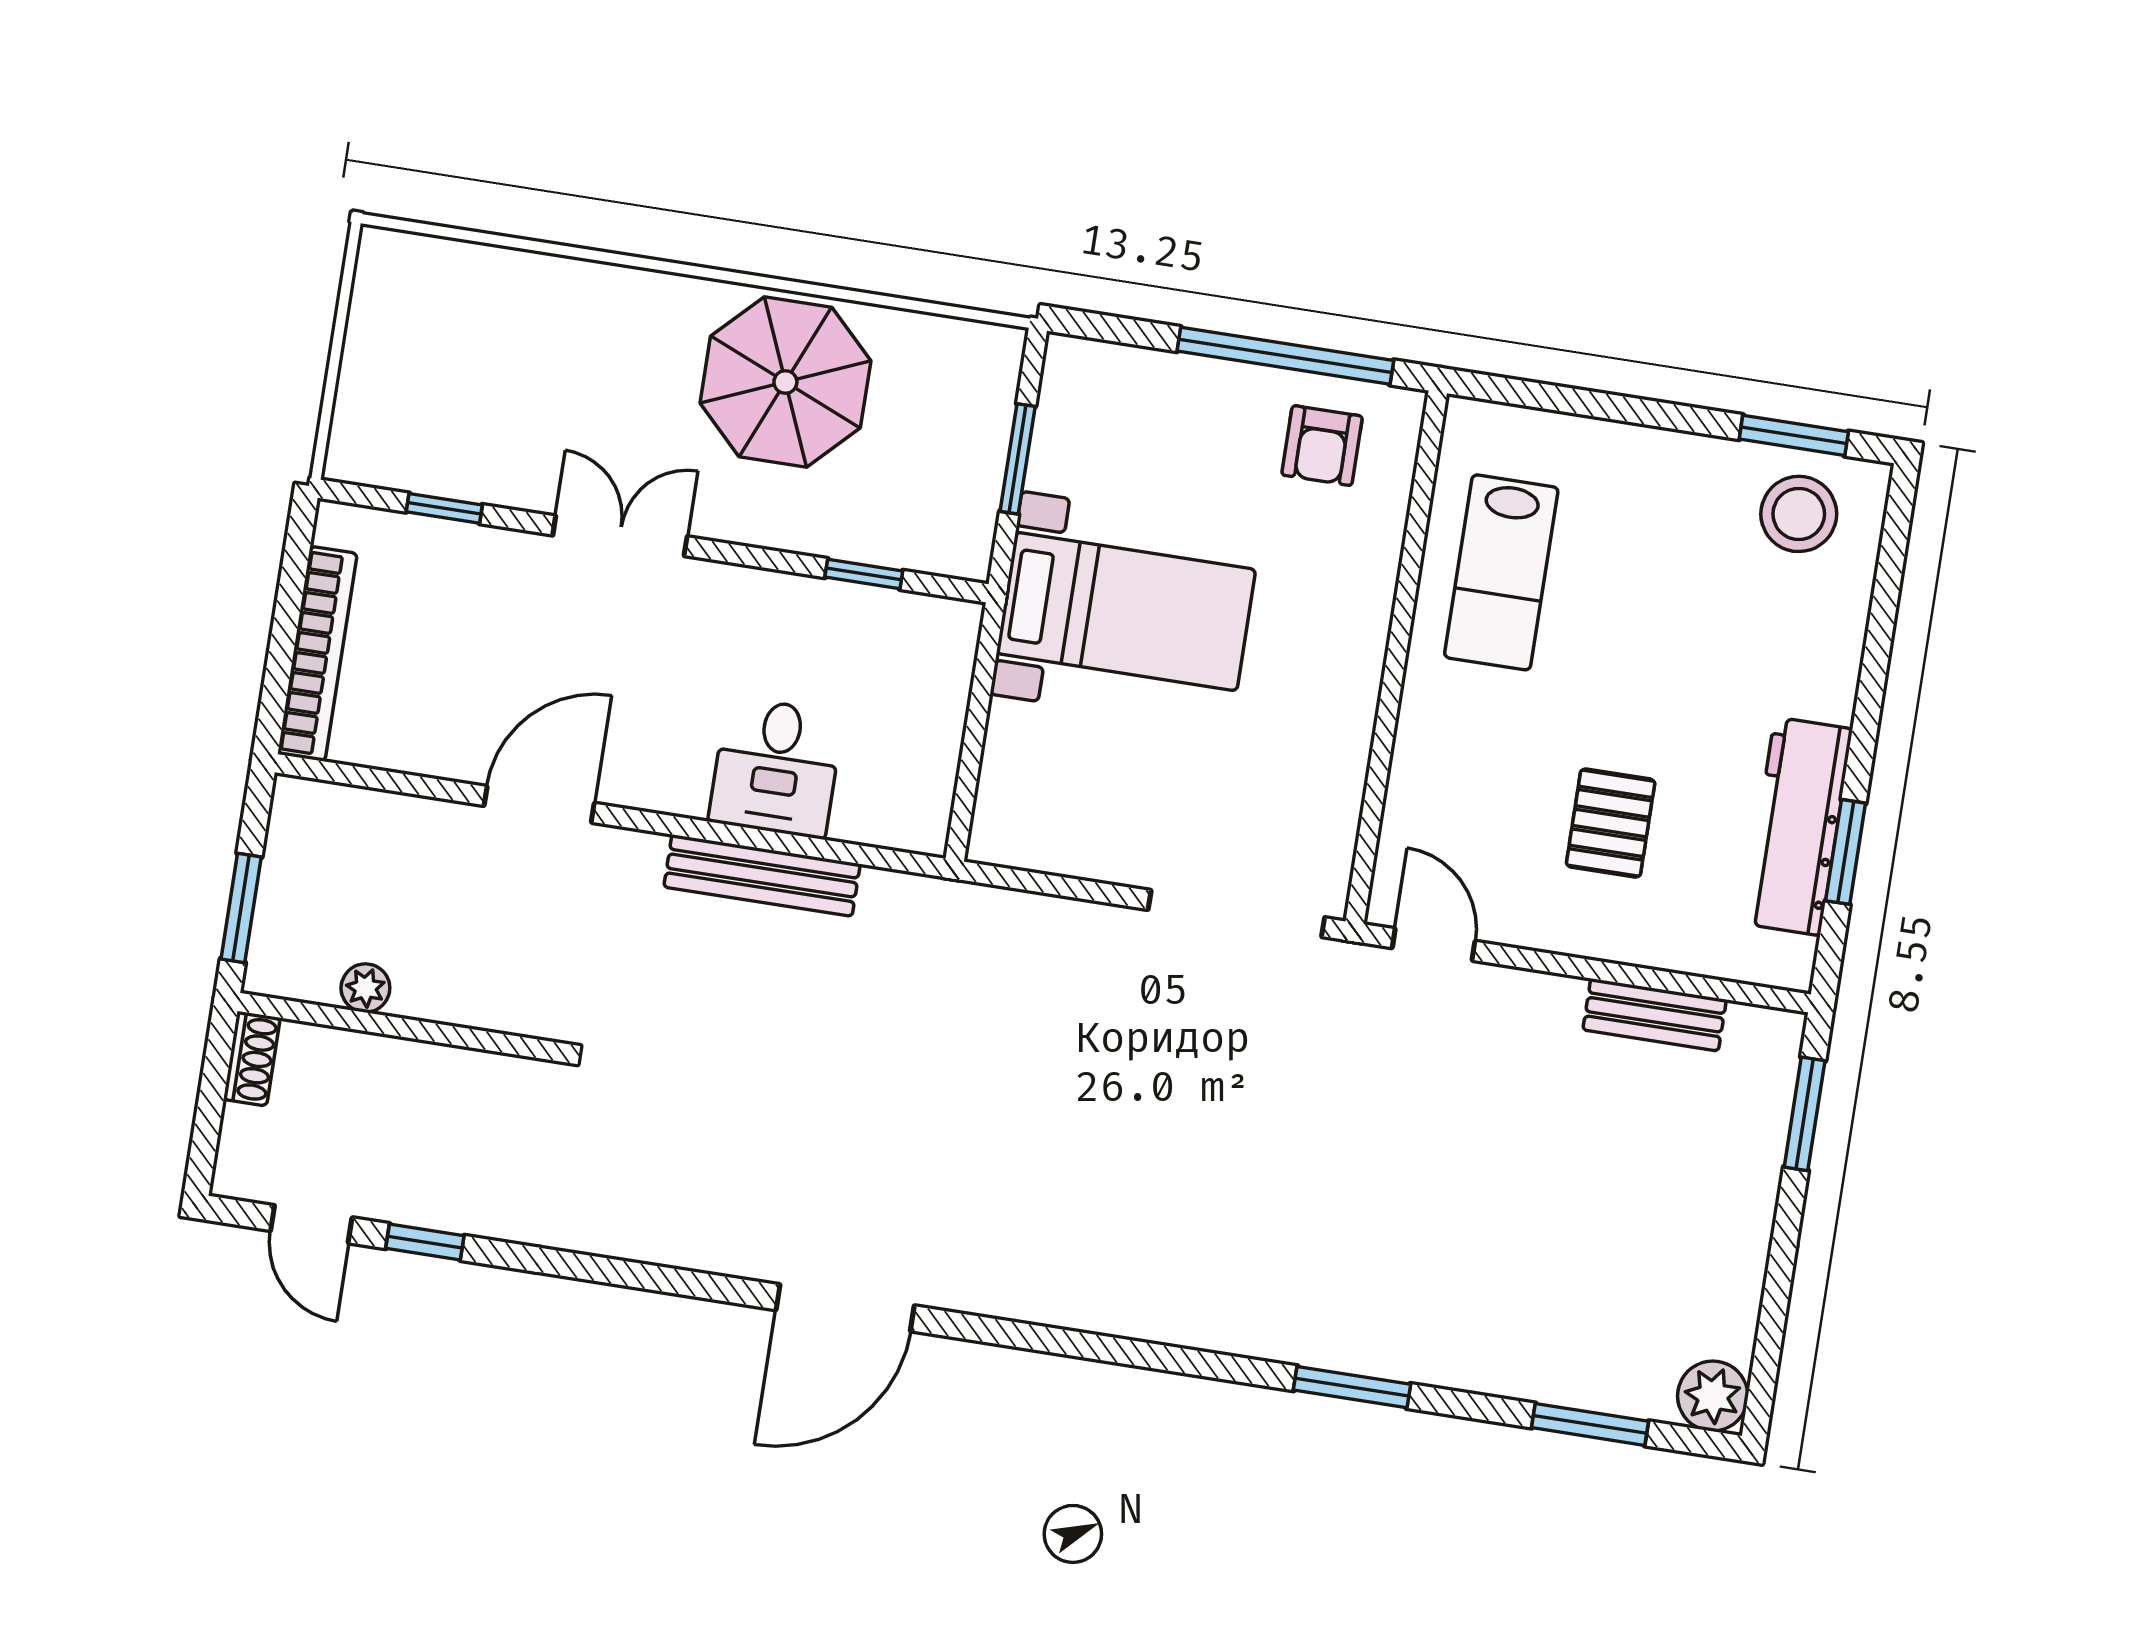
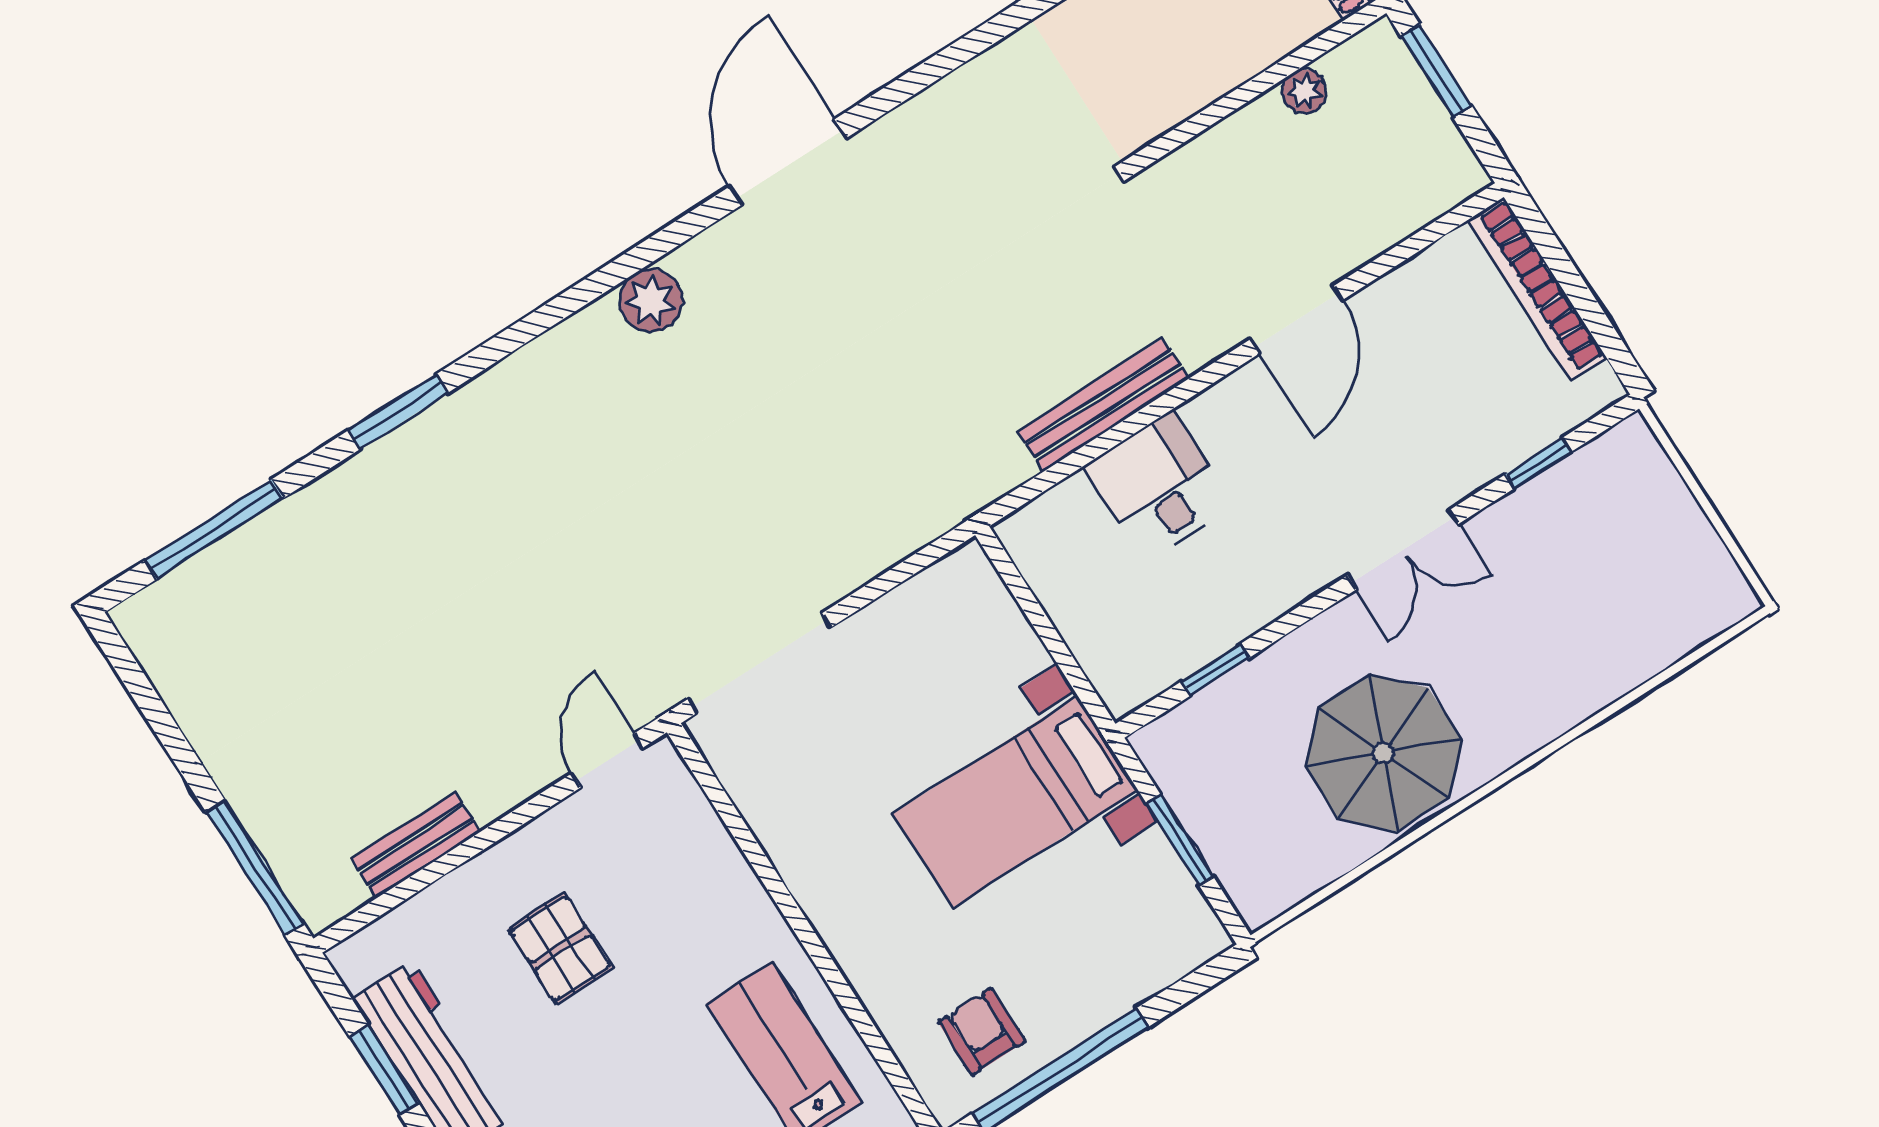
door: (1434, 944) -> (607, 760), swing flipped
window: (1805, 1114) -> (255, 868), width x1.44
plant: (1713, 1396) -> (651, 300), moved
window: (1590, 1424) -> (214, 529), width x1.44

